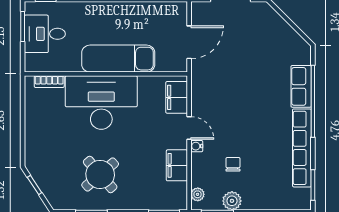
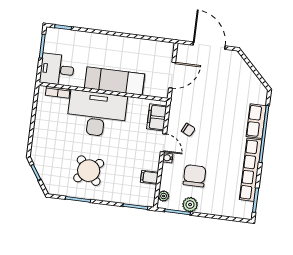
desk: (45, 34) -> (57, 69), moved
chair: (218, 108) -> (188, 130), added
chair: (233, 164) -> (195, 176), width x1.87, depth x1.87
filing cabinet: (177, 165) -> (149, 177), width x0.50

